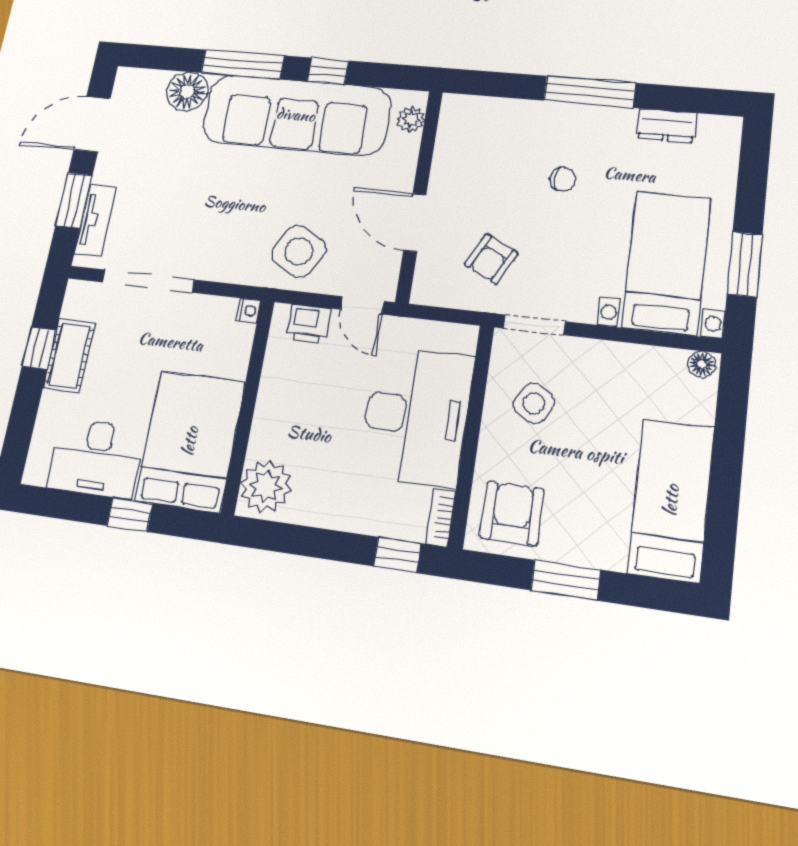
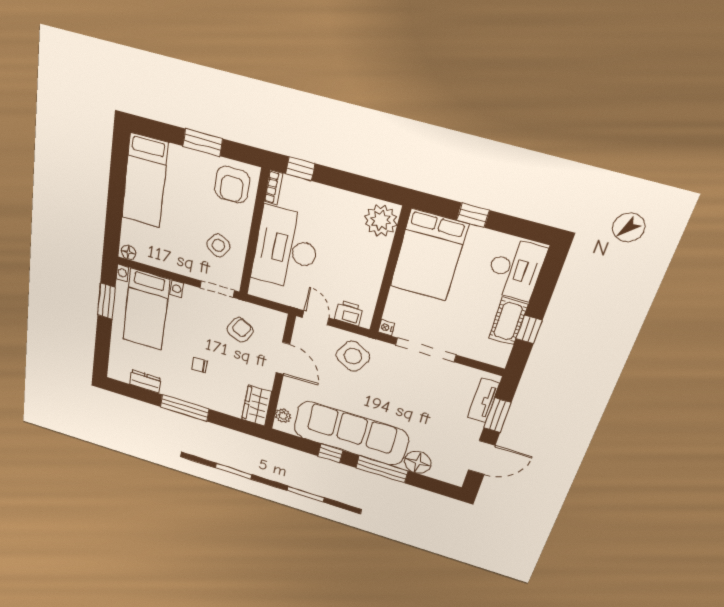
wardrobe: (458, 127) -> (257, 406), added
doorway: (148, 281) -> (426, 350), moved
desk: (96, 458) -> (515, 269), moved, turned 90

